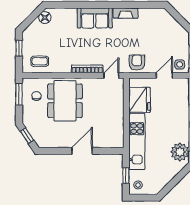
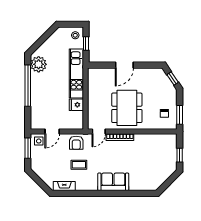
fireplace: (126, 13) -> (64, 186), moved
floor lamp: (45, 18) -> (157, 182), removed
coffee table: (40, 61) -> (79, 165), moved
fridge: (140, 100) -> (76, 105), width x0.53, depth x0.75
dining table: (65, 101) -> (127, 108), moved

